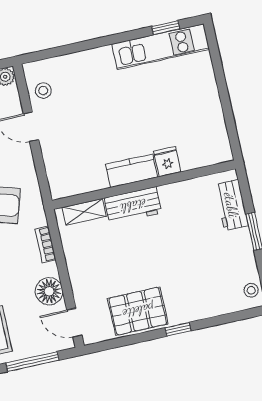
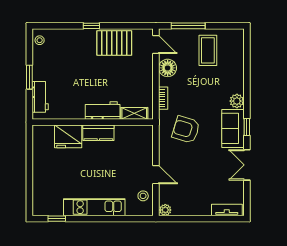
kitchen unit: (161, 47) -> (94, 207), moved
fridge: (167, 162) -> (68, 136), width x1.88, depth x1.34

